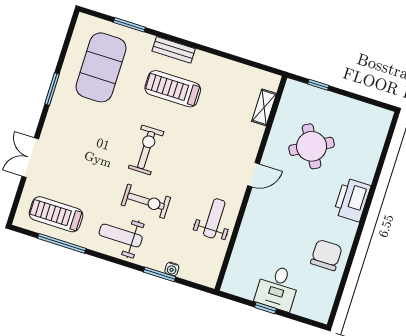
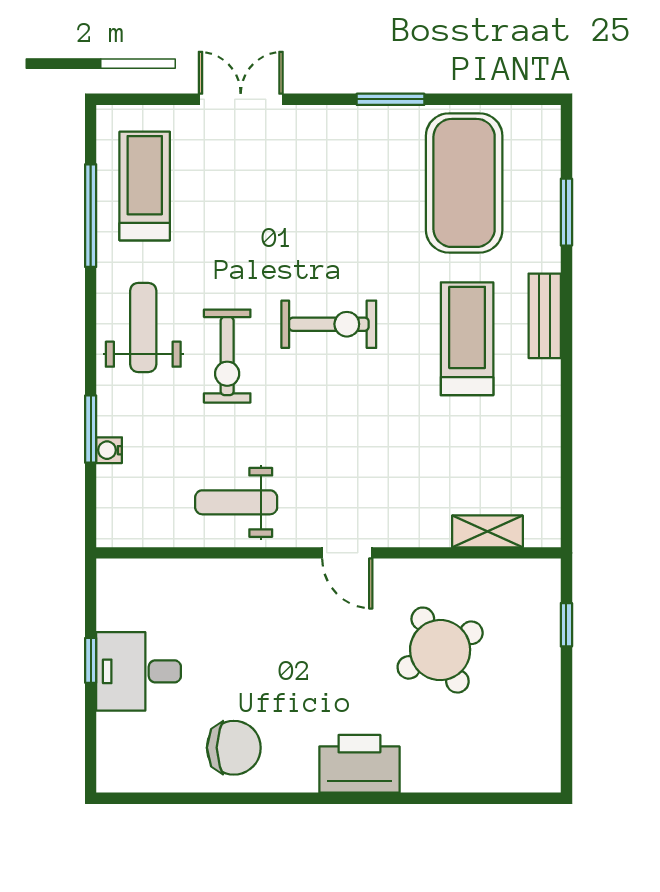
exercise mat: (101, 67) -> (464, 183), turned 90
weight bench: (214, 218) -> (236, 502), turned 180

